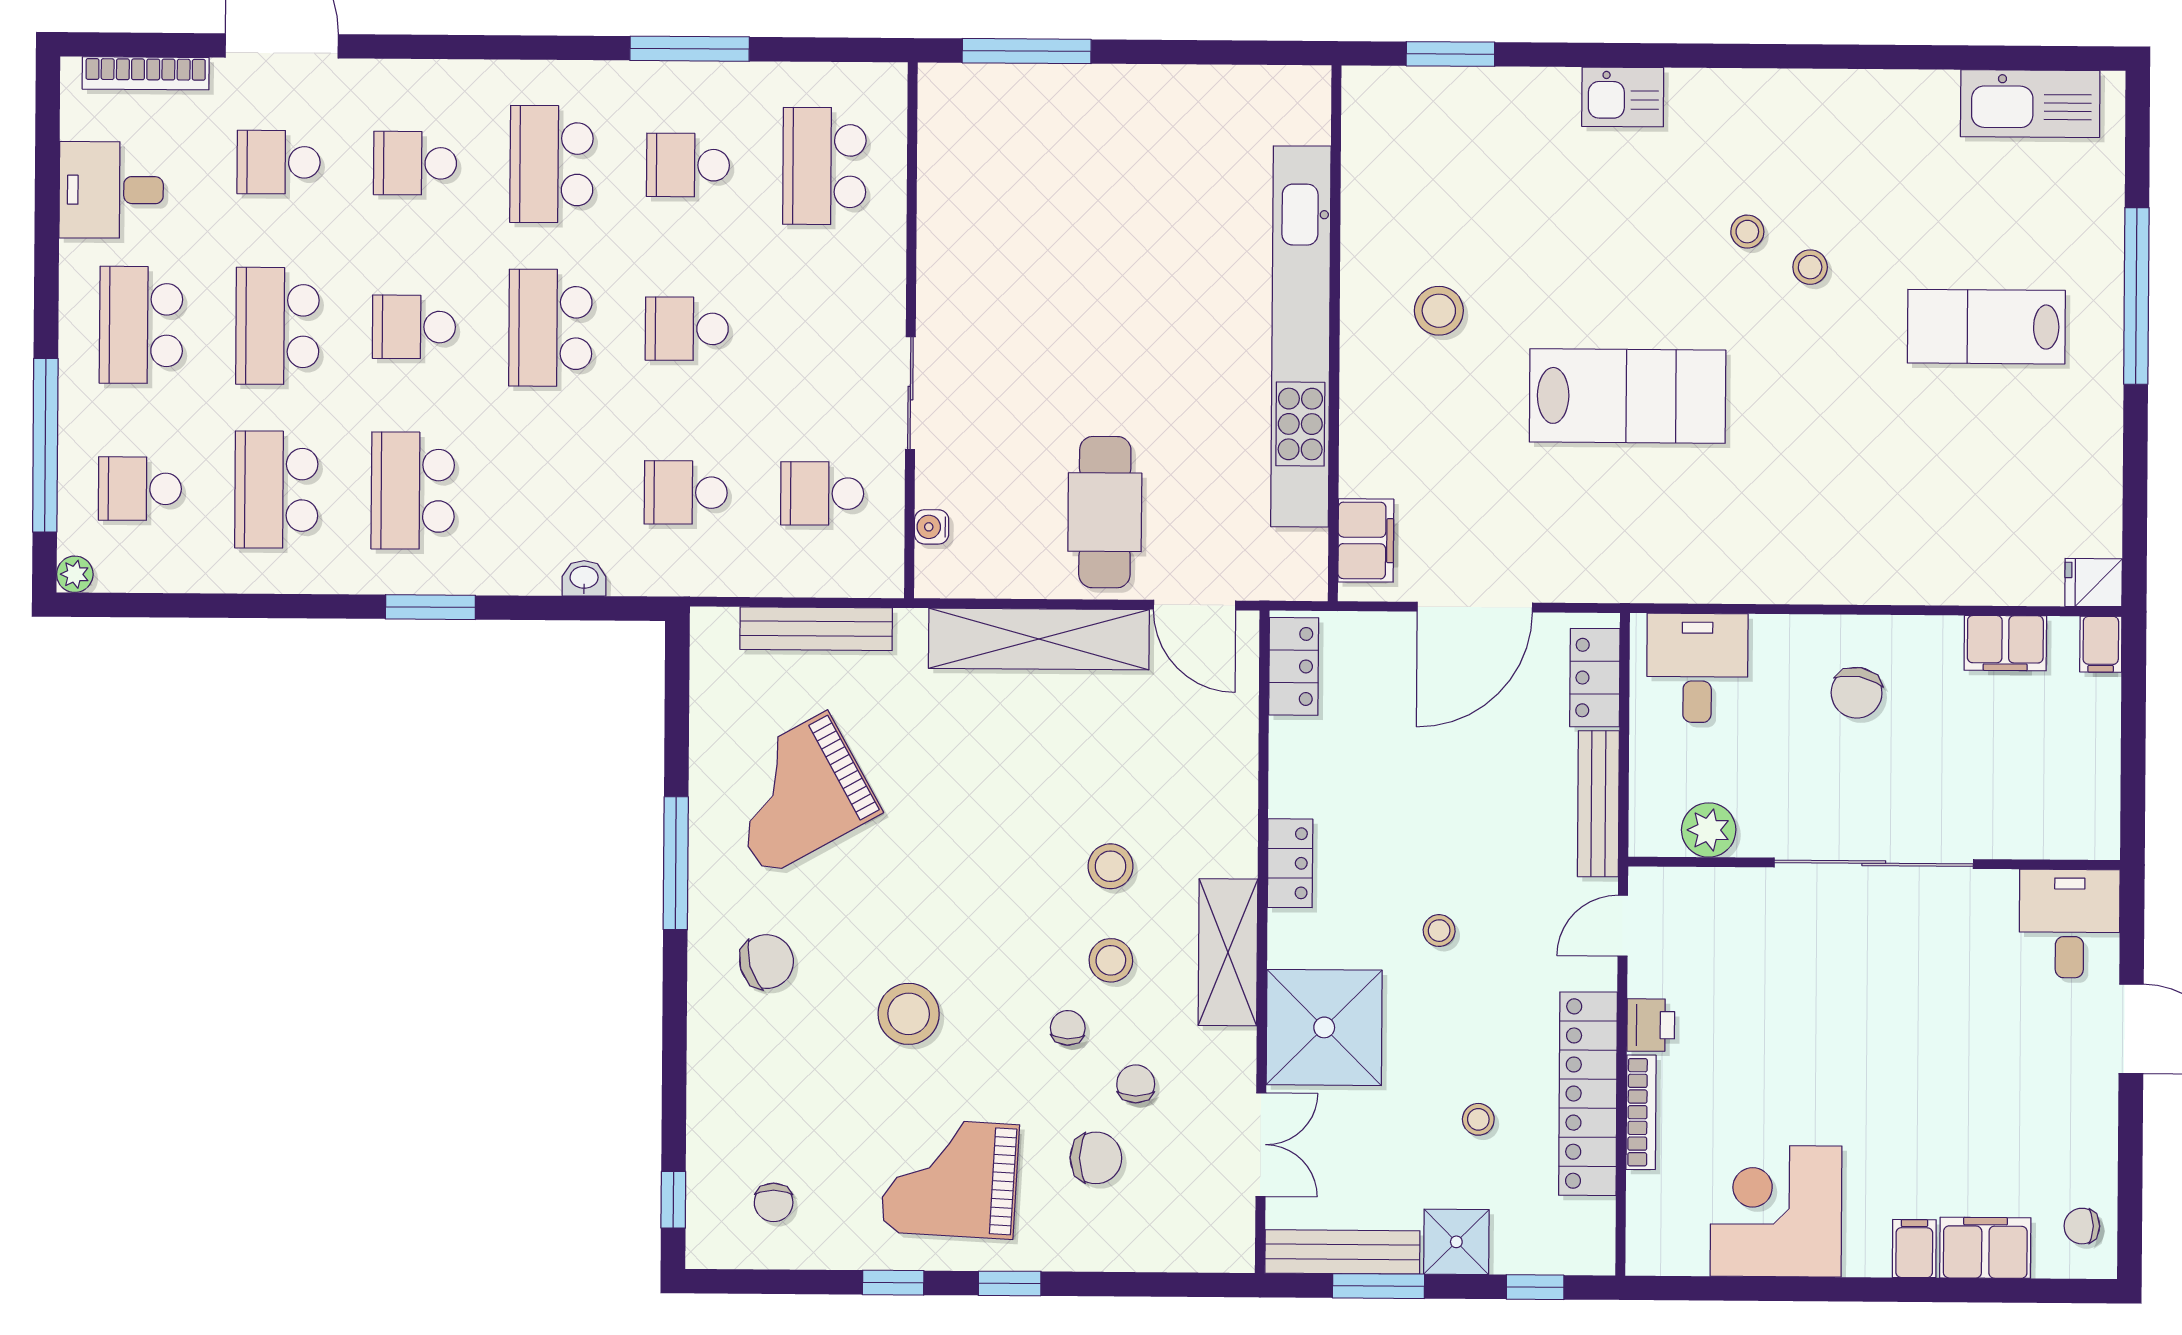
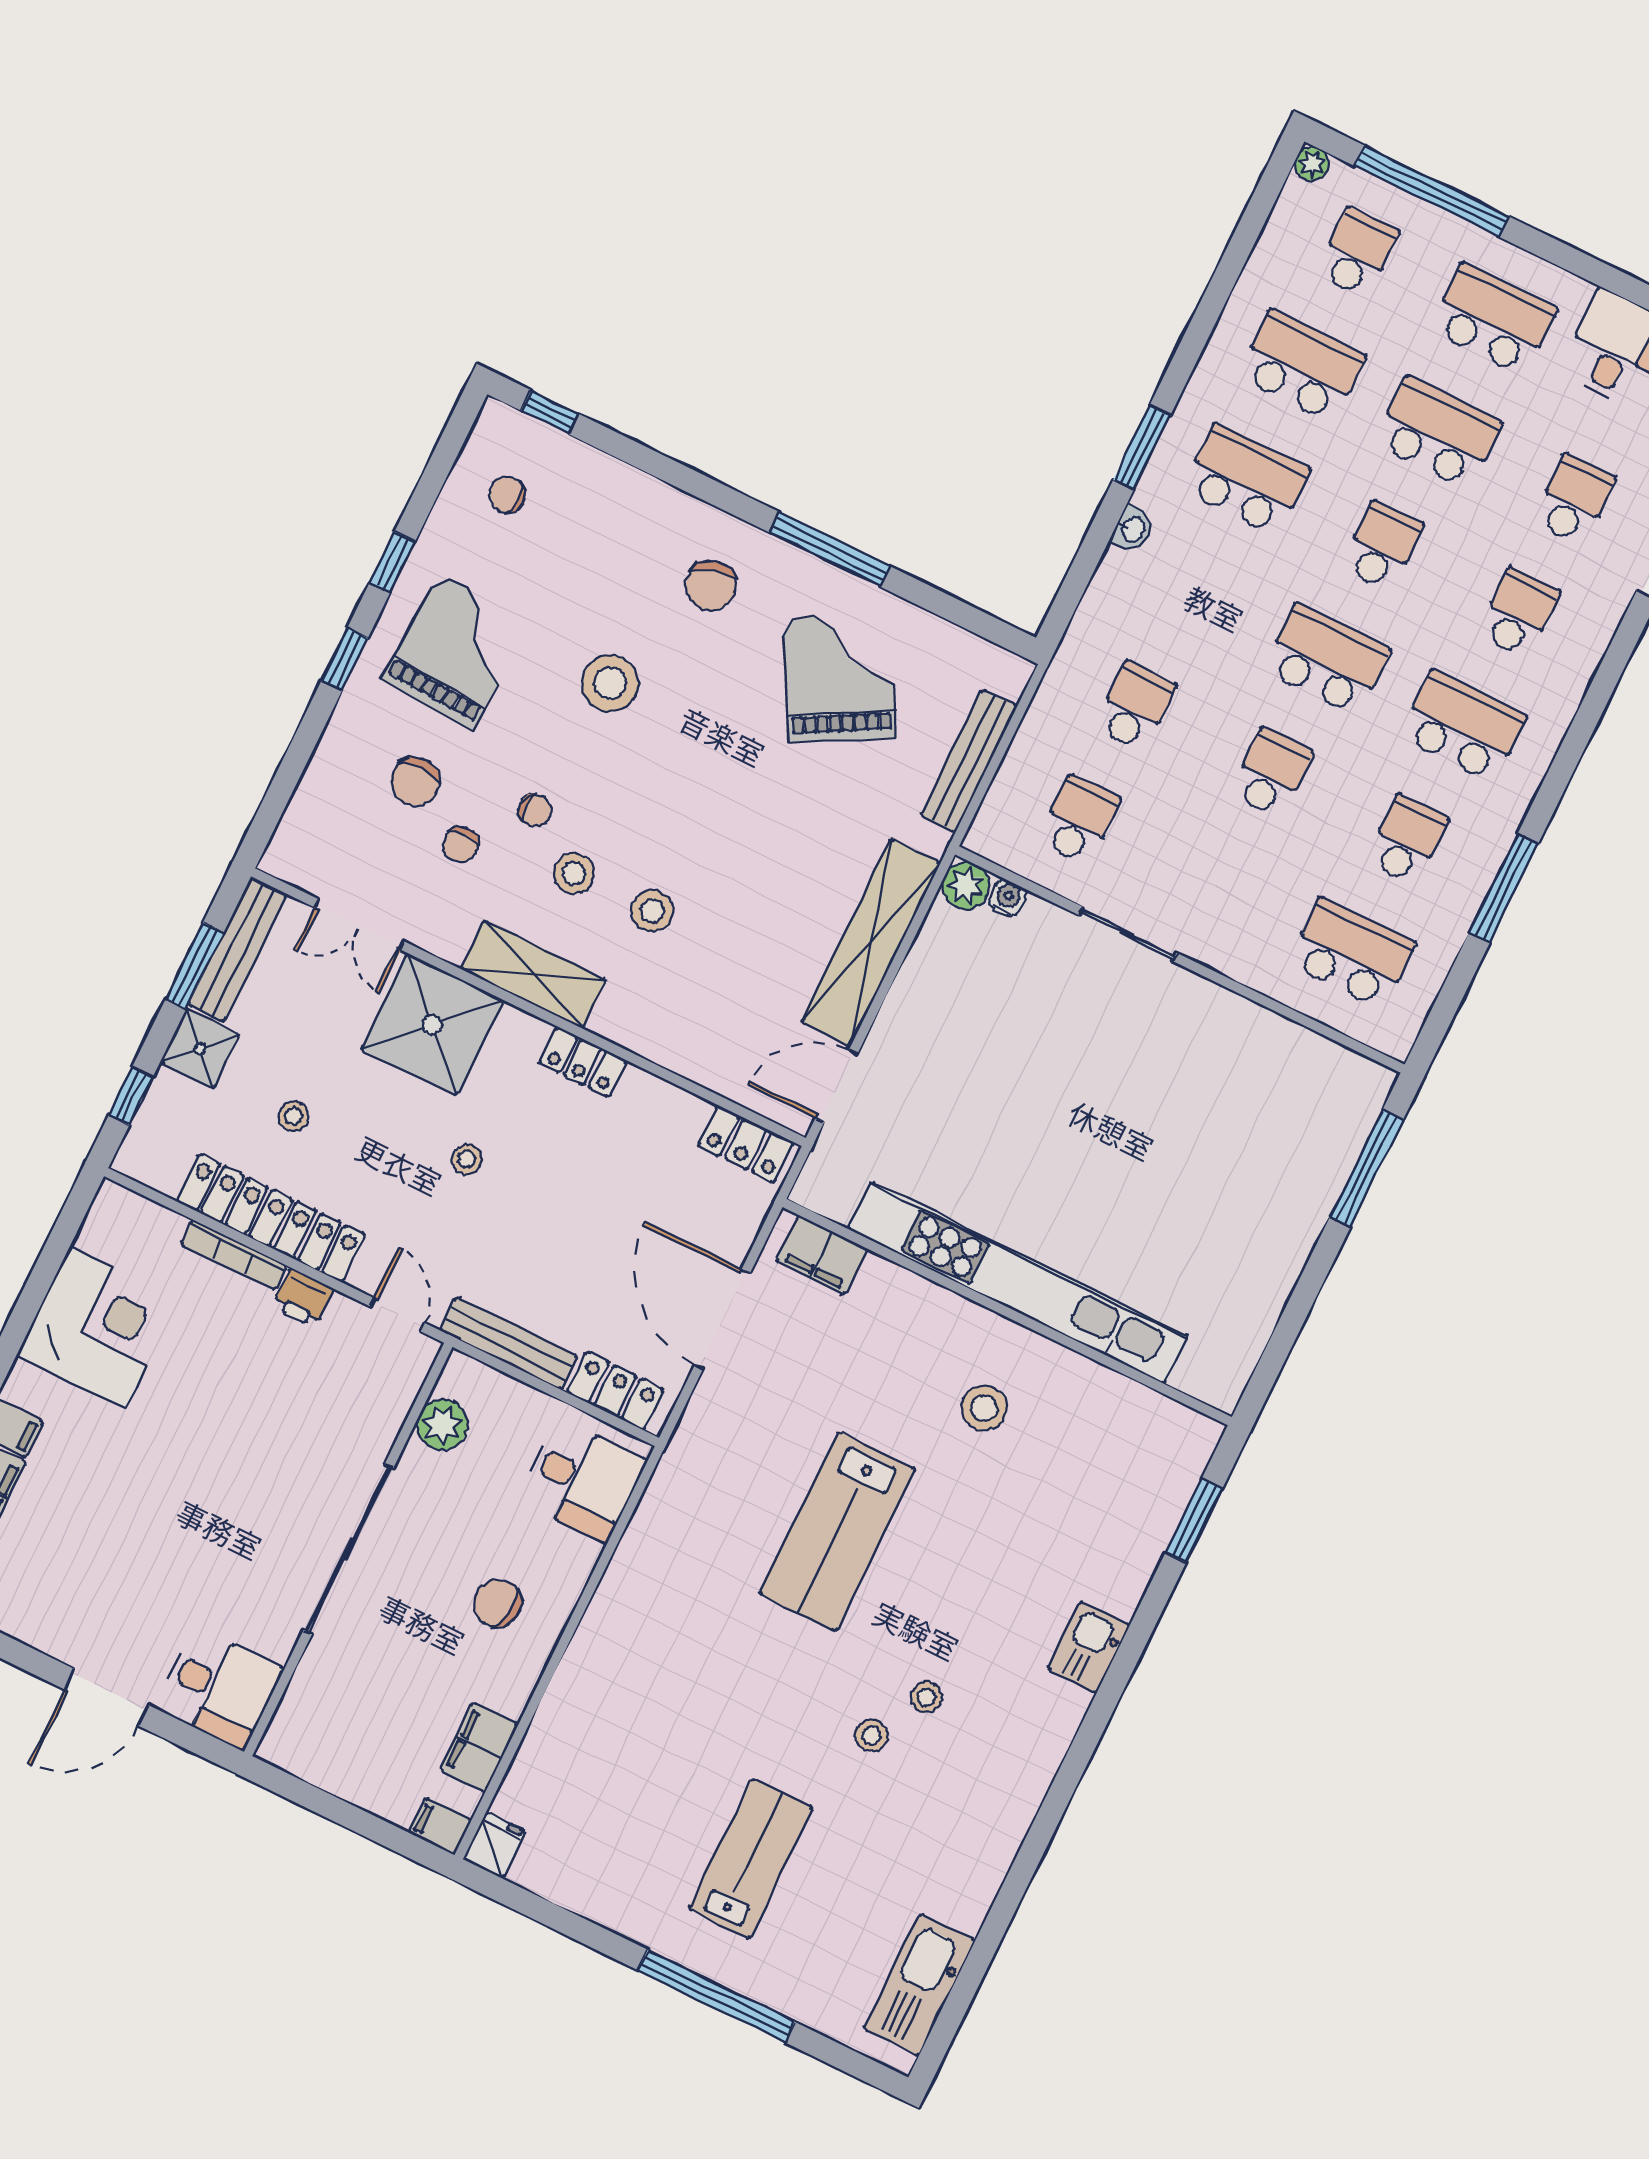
cafe table: (1105, 512) -> (950, 1048), removed
plant: (939, 573) -> (966, 886), added
washbasin: (584, 578) -> (1132, 529), moved
chair: (1136, 1084) -> (461, 845), turned 90

